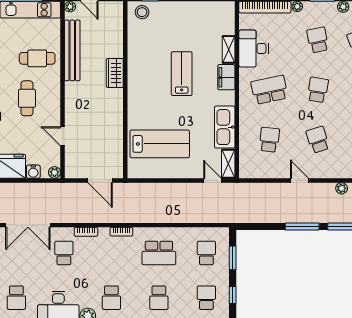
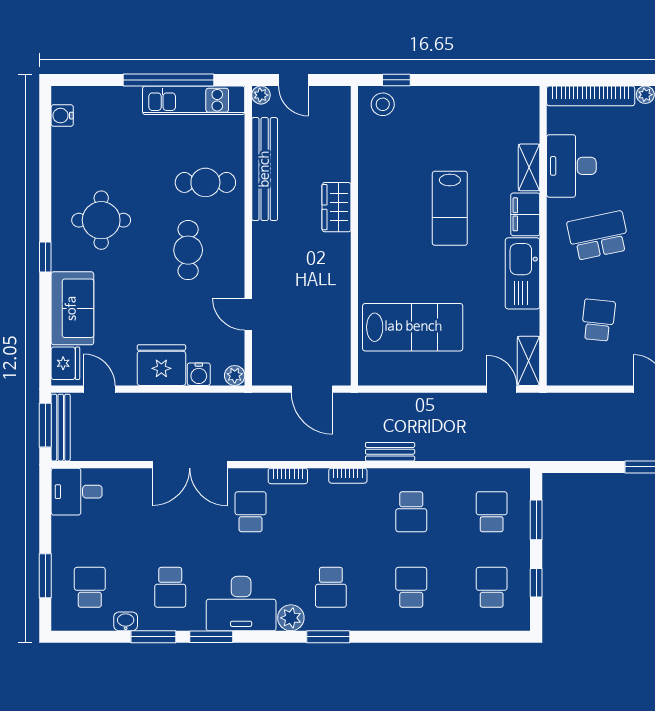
lab bench: (182, 74) -> (450, 208), turned 180
kitchen sink: (225, 127) -> (523, 273), moved
bench: (146, 217) -> (390, 452), added
school desk: (159, 253) -> (411, 512), width x0.54
school desk: (159, 298) -> (411, 587), turned 180

